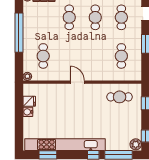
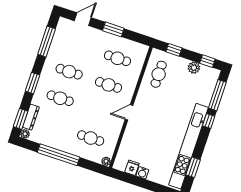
cafe table: (121, 17) -> (109, 85), moved
plant: (136, 144) -> (194, 68), moved

